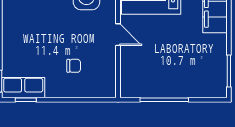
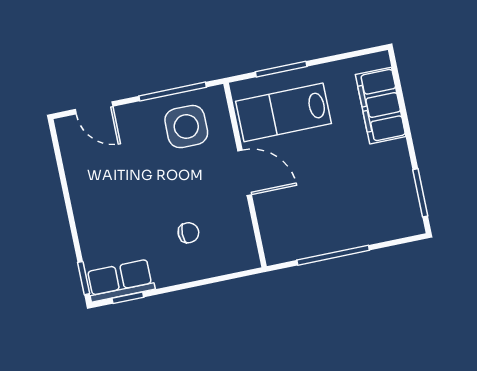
door: (118, 35) -> (245, 173), width x1.38

